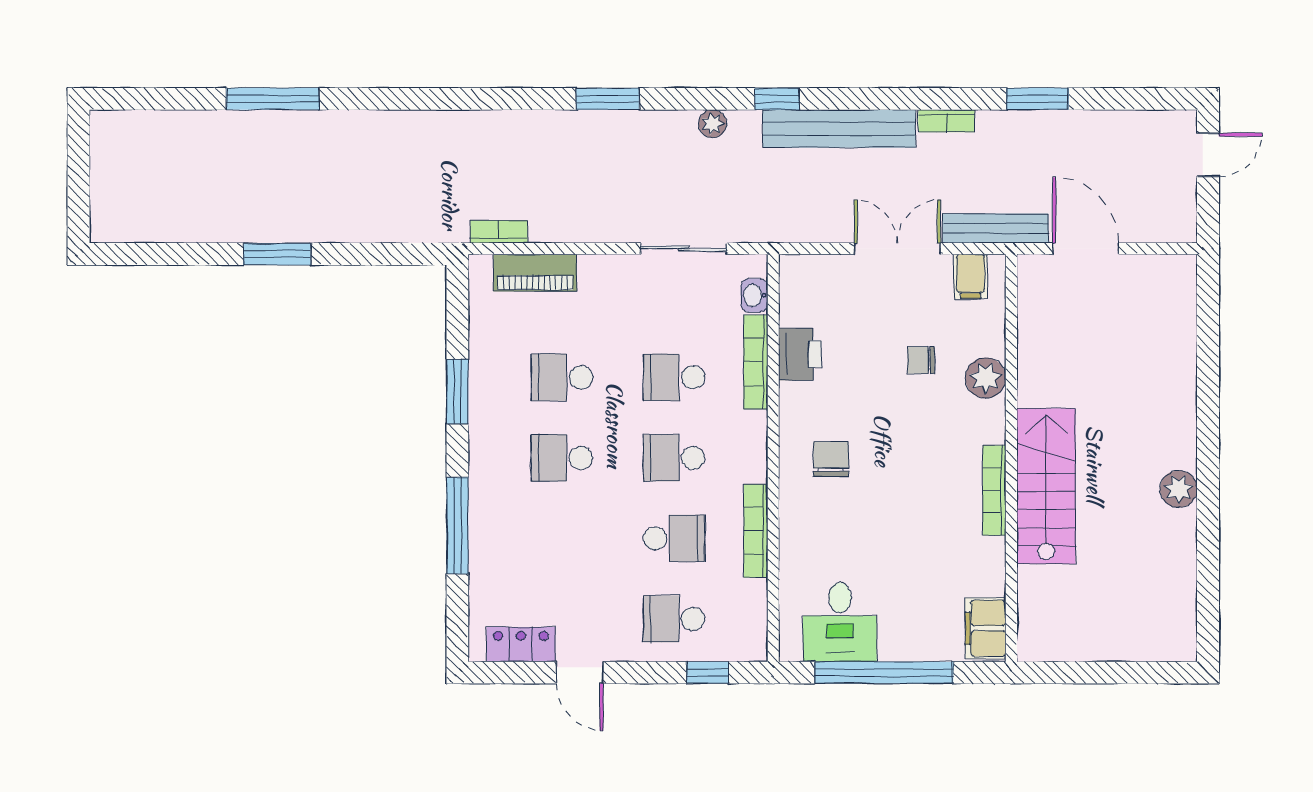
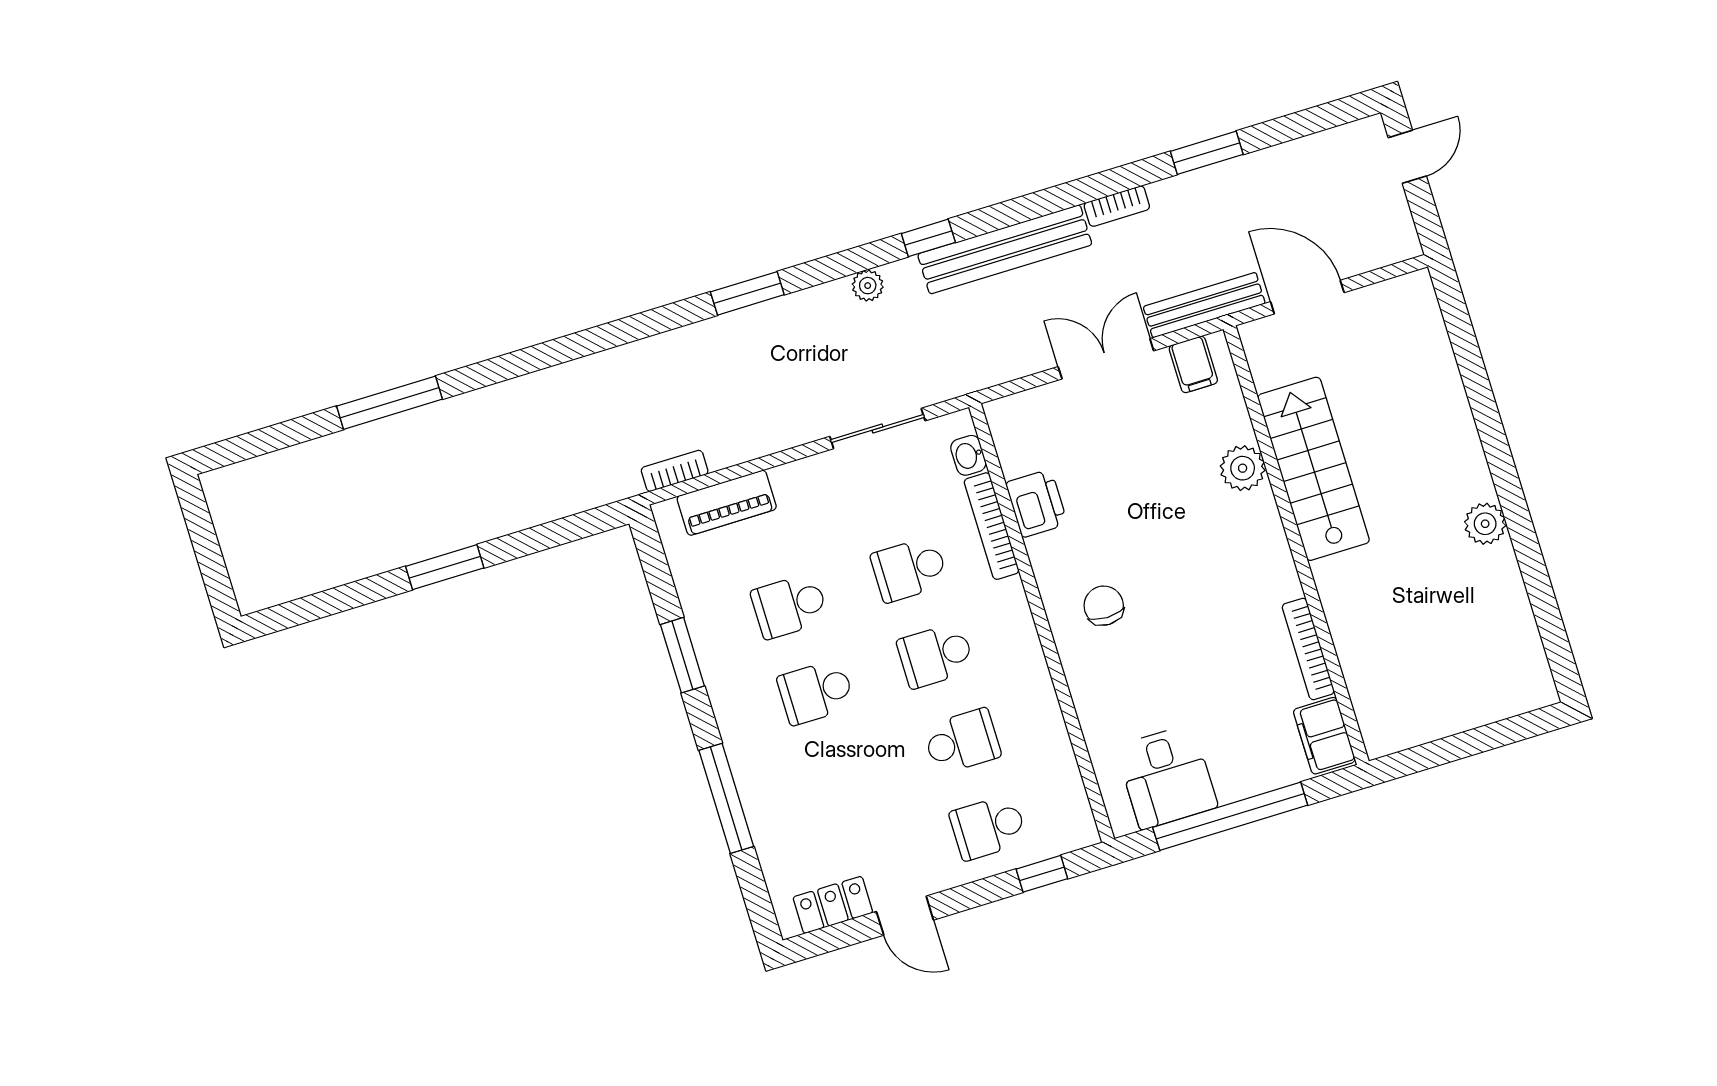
chair: (921, 360) -> (1168, 470), removed
stairs: (1046, 486) -> (1313, 469), moved
bookcase: (994, 490) -> (1308, 649), moved
bookcase: (756, 531) -> (1047, 707), removed

